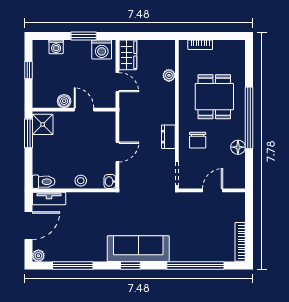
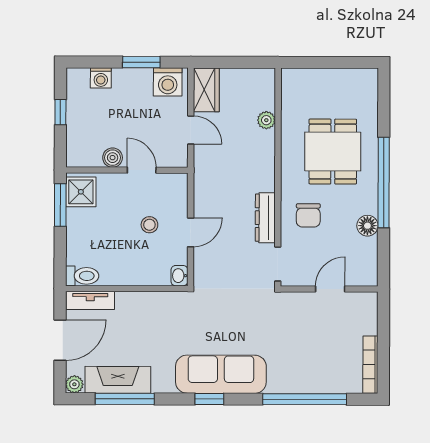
bookcase: (200, 45) -> (312, 75), removed
dresser: (168, 137) -> (265, 218), width x1.44
stool: (81, 181) -> (149, 225), moved
fireplace: (68, 253) -> (118, 380), added

